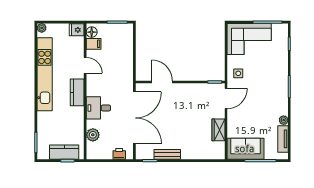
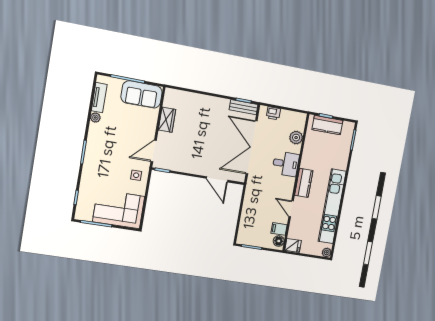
bench: (167, 154) -> (244, 107), moved

